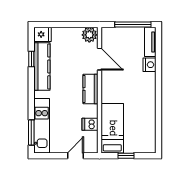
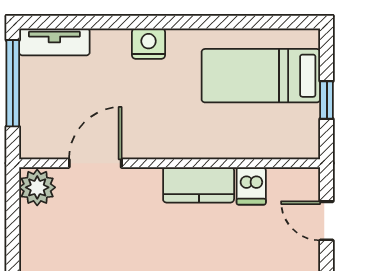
nightstand: (149, 65) -> (149, 44), moved
kitchen counter: (91, 89) -> (199, 185), moved
bed: (112, 128) -> (261, 76), moved

